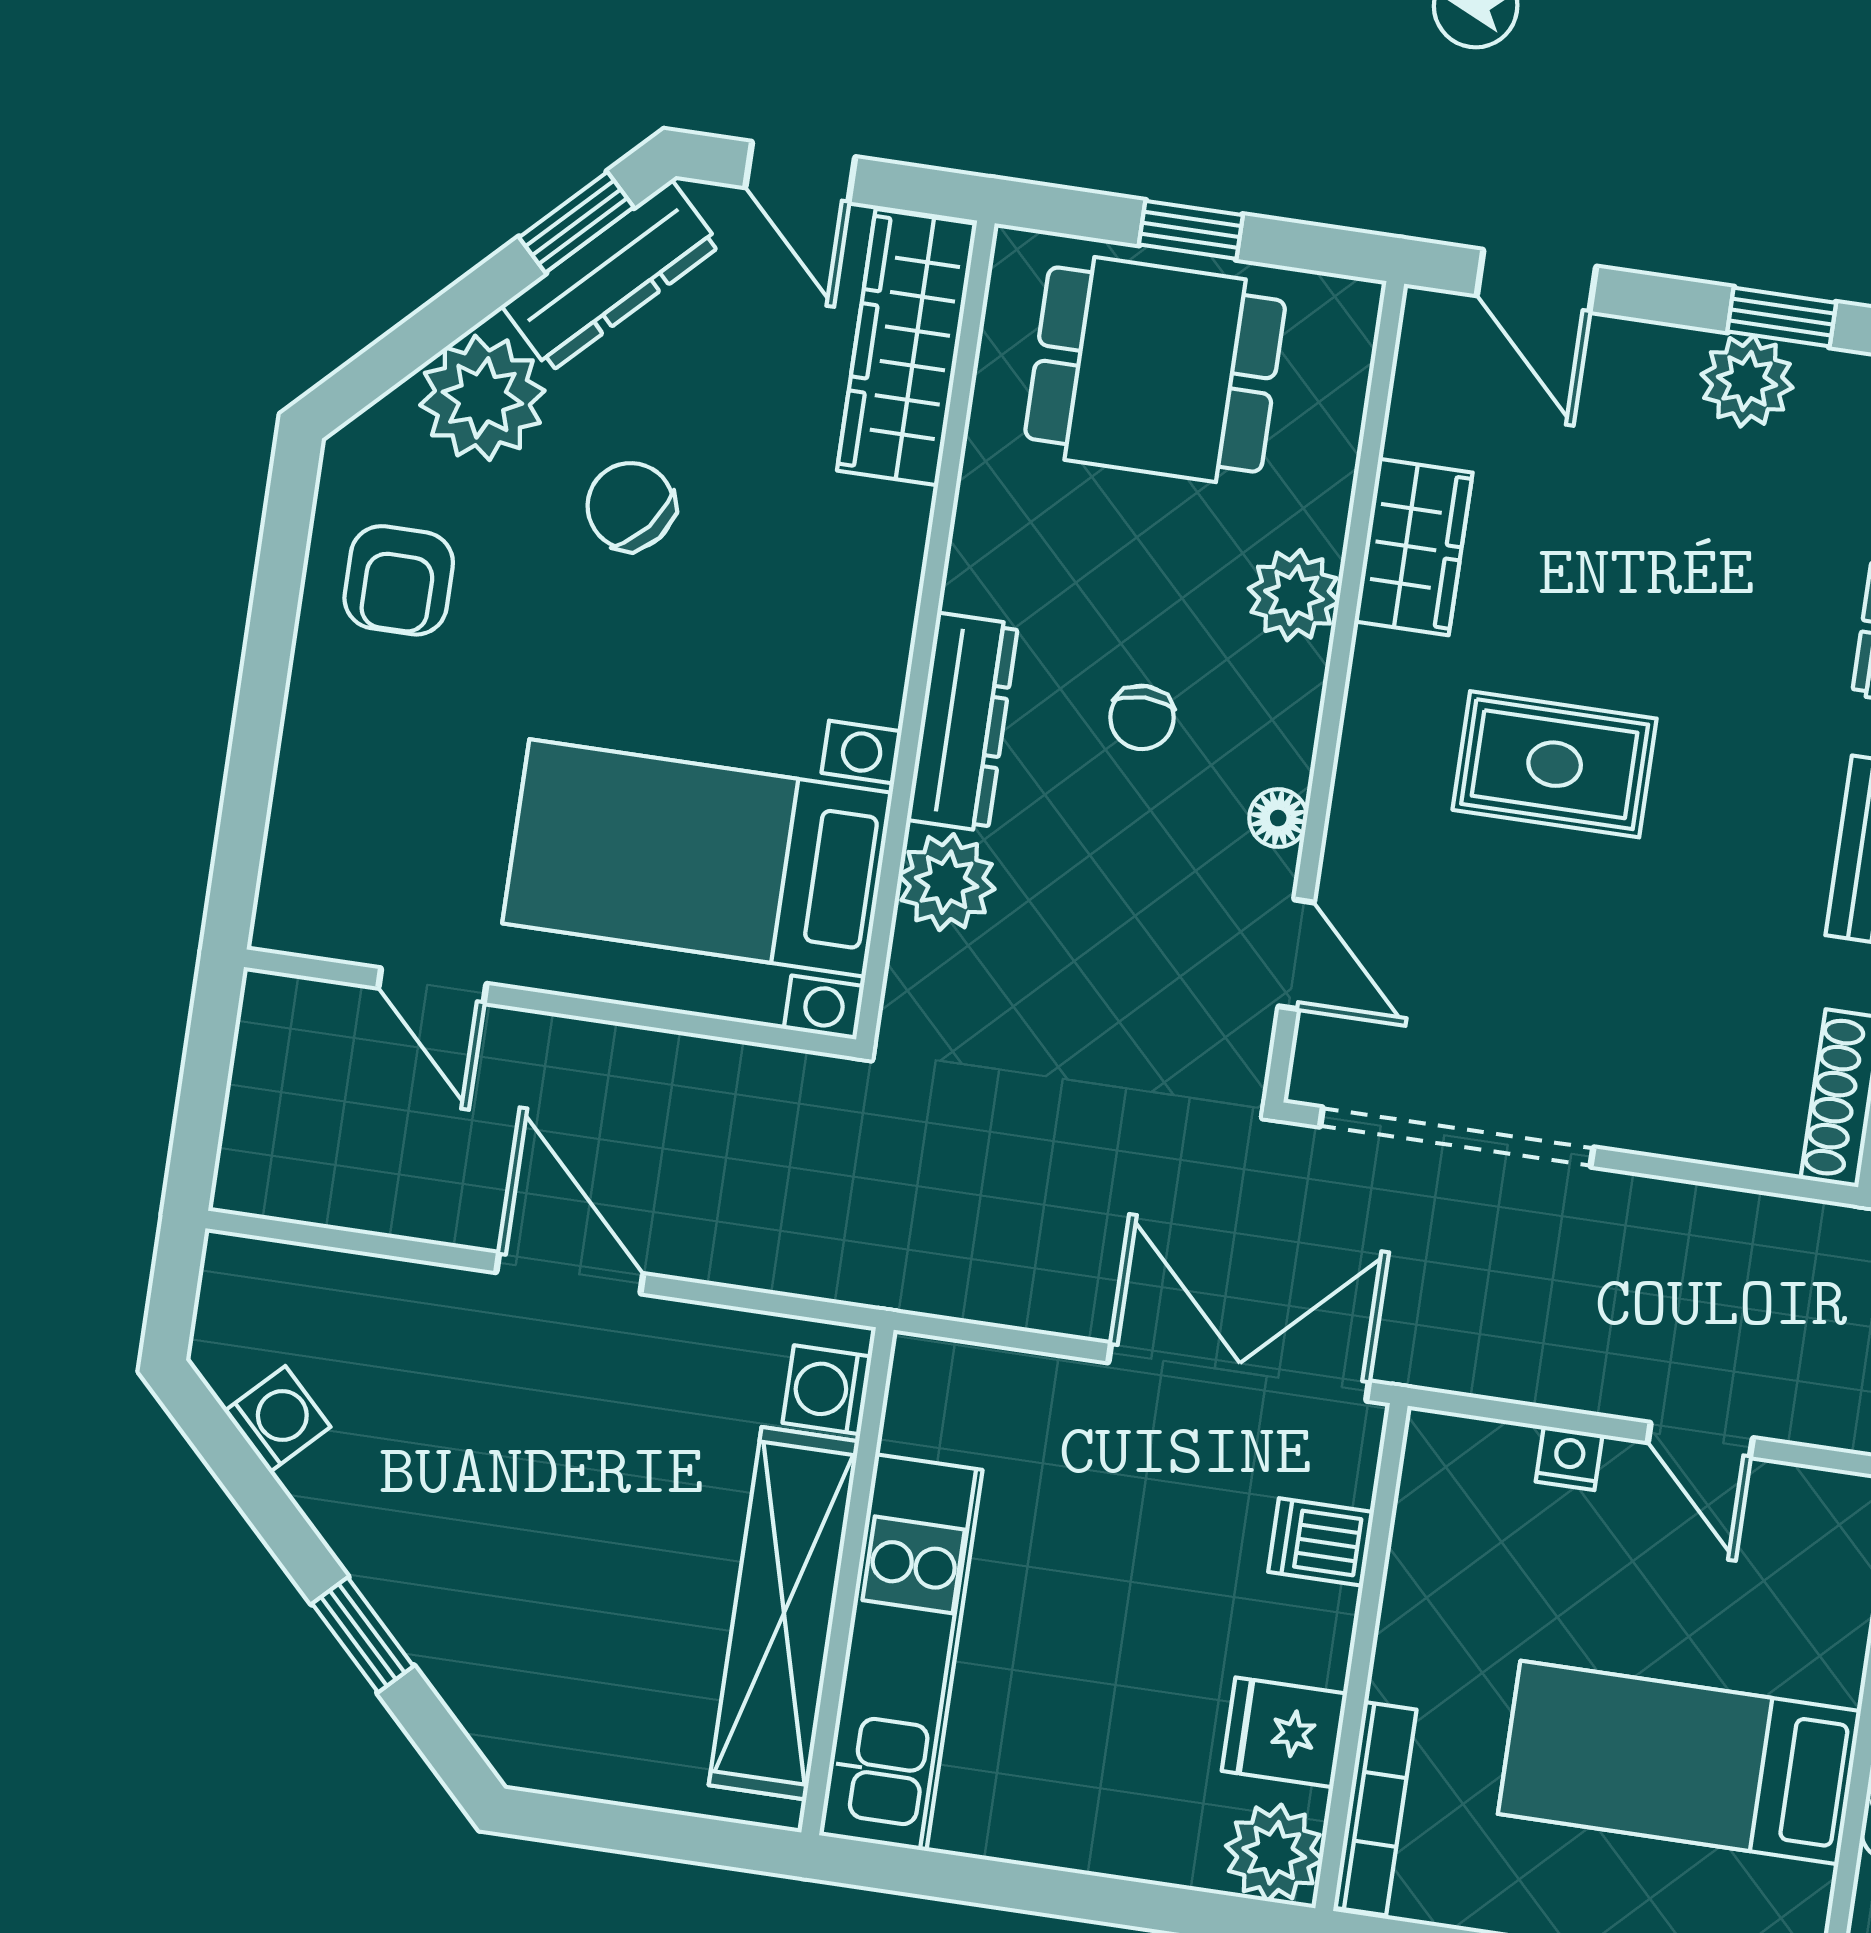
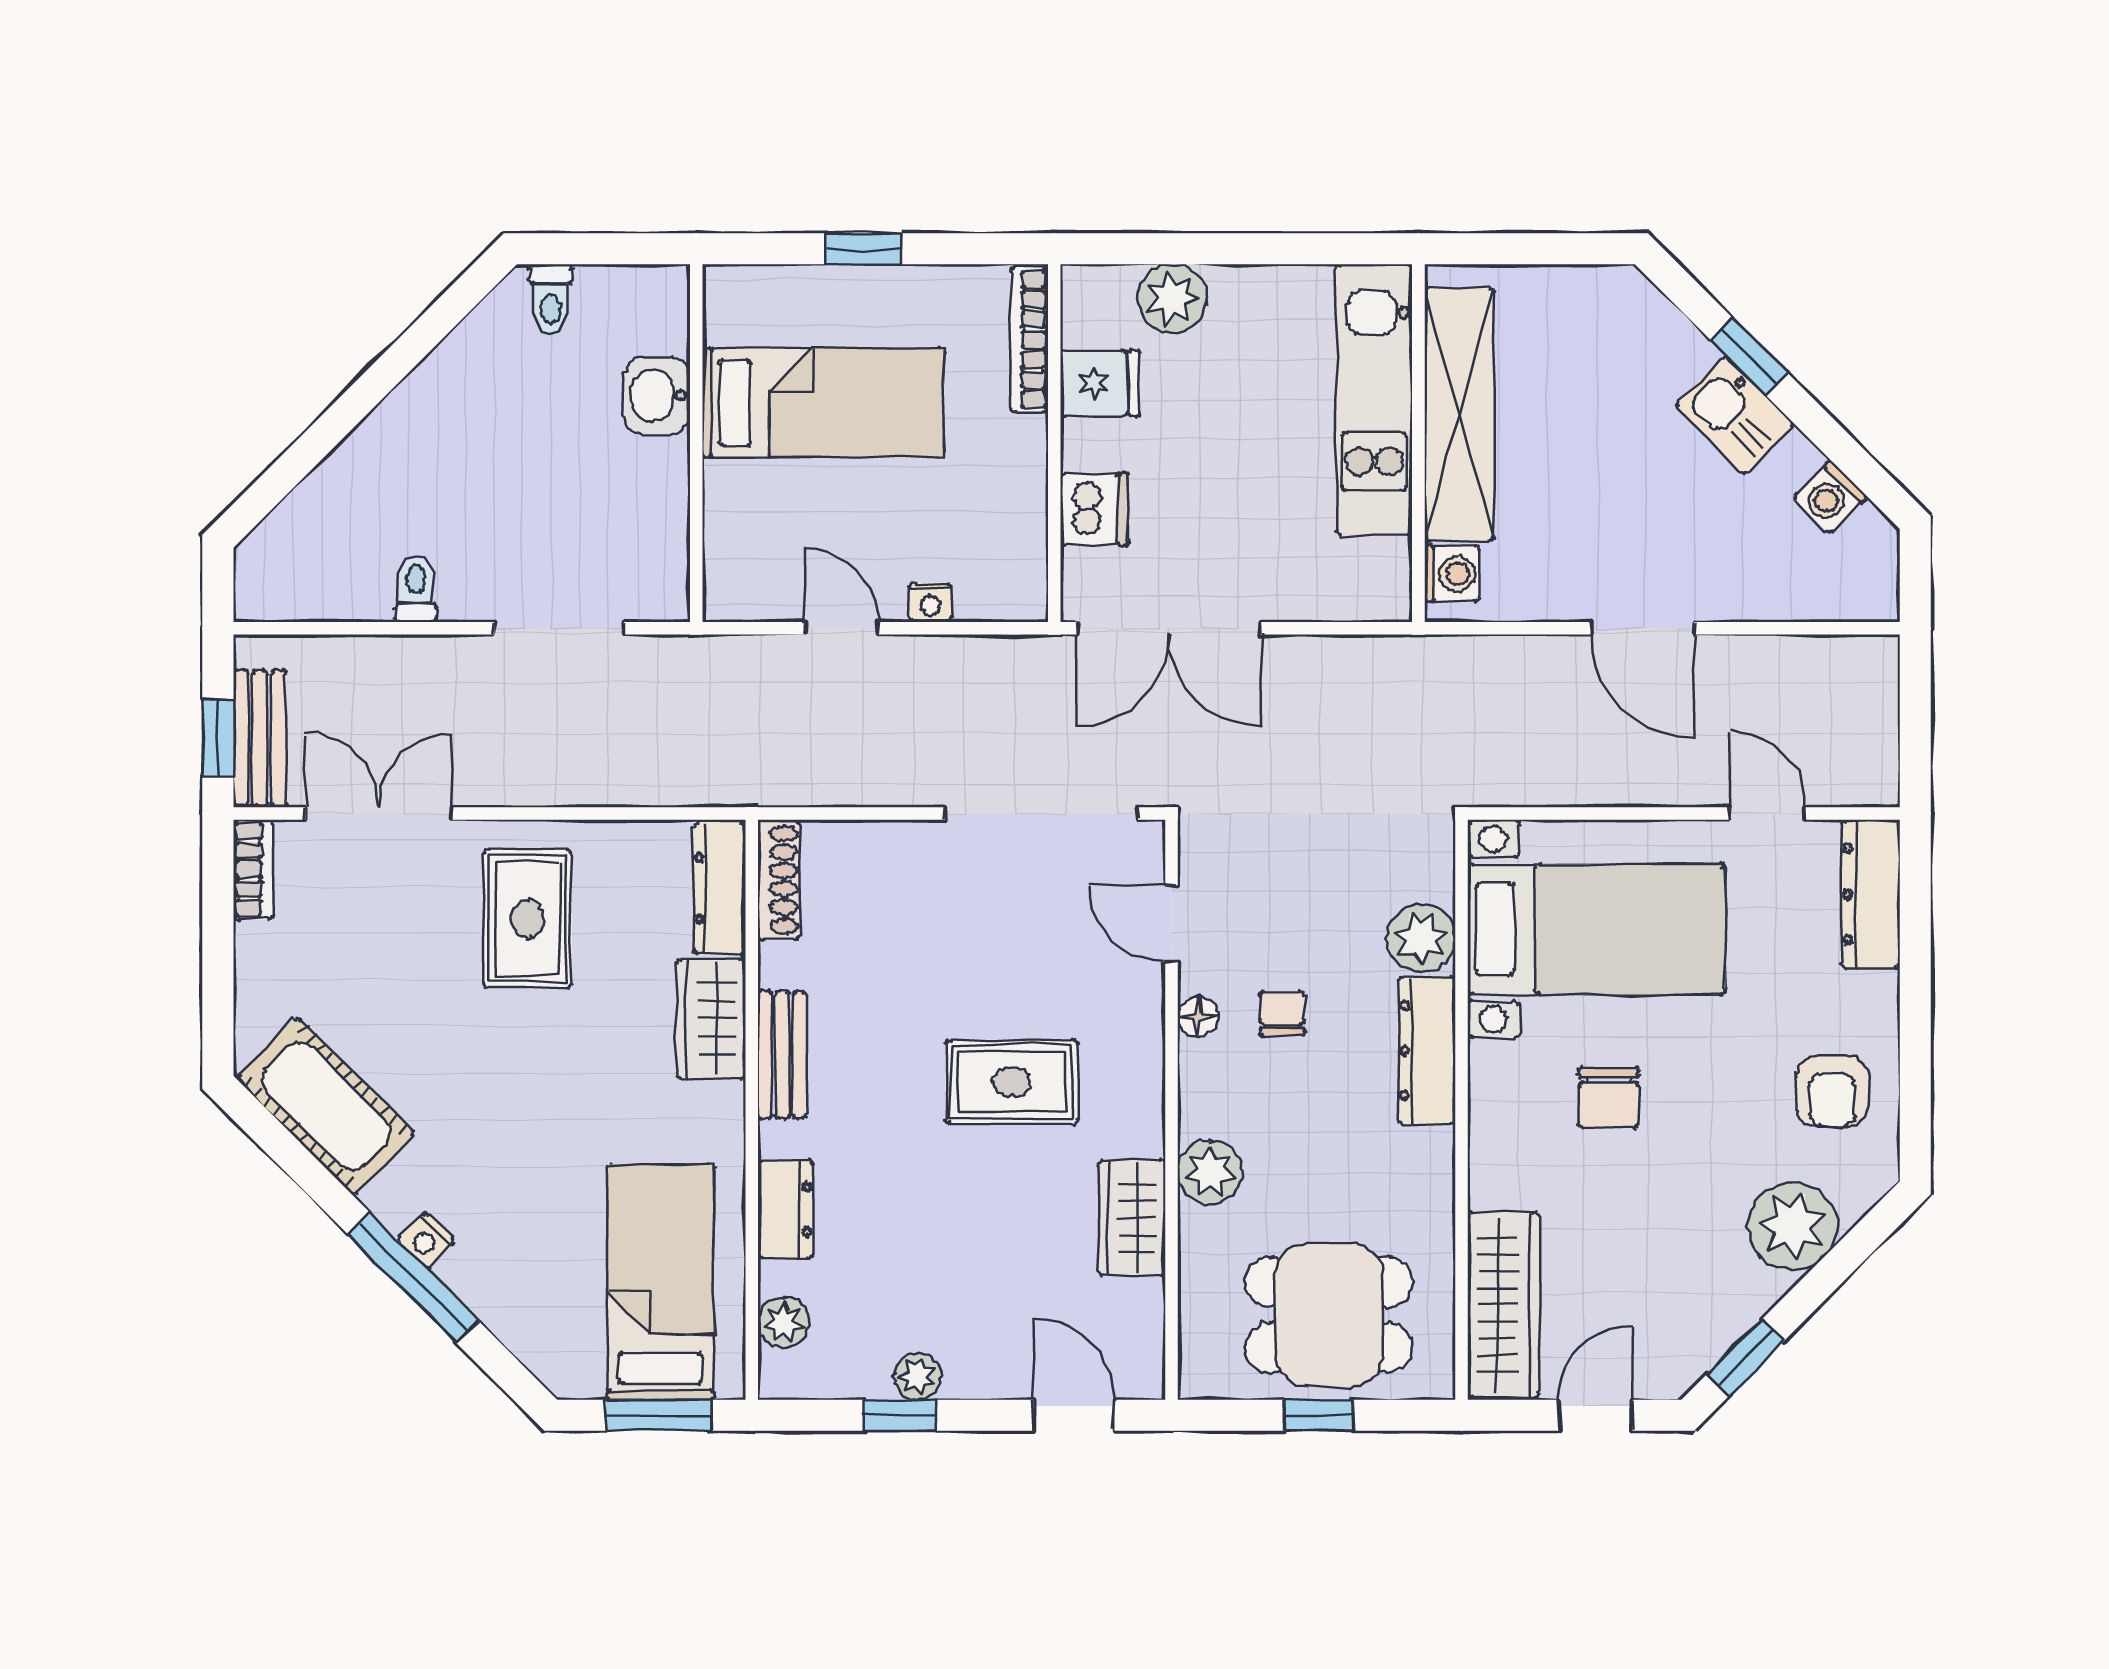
door: (800, 172) -> (1595, 1415), hinge flipped
dresser: (611, 276) -> (1871, 894), moved, turned -45
plant: (1747, 381) -> (918, 1376), width x0.73, depth x0.73
chair: (631, 506) -> (1608, 1098), moved, turned 51
armchair: (399, 580) -> (1832, 1091), turned 180
chair: (1142, 717) -> (1282, 1013), moved
dishwasher: (1321, 1542) -> (1094, 509), width x1.38
kitchen sink: (394, 1554) -> (1735, 415), added
plant: (1274, 1853) -> (1173, 298), moved

